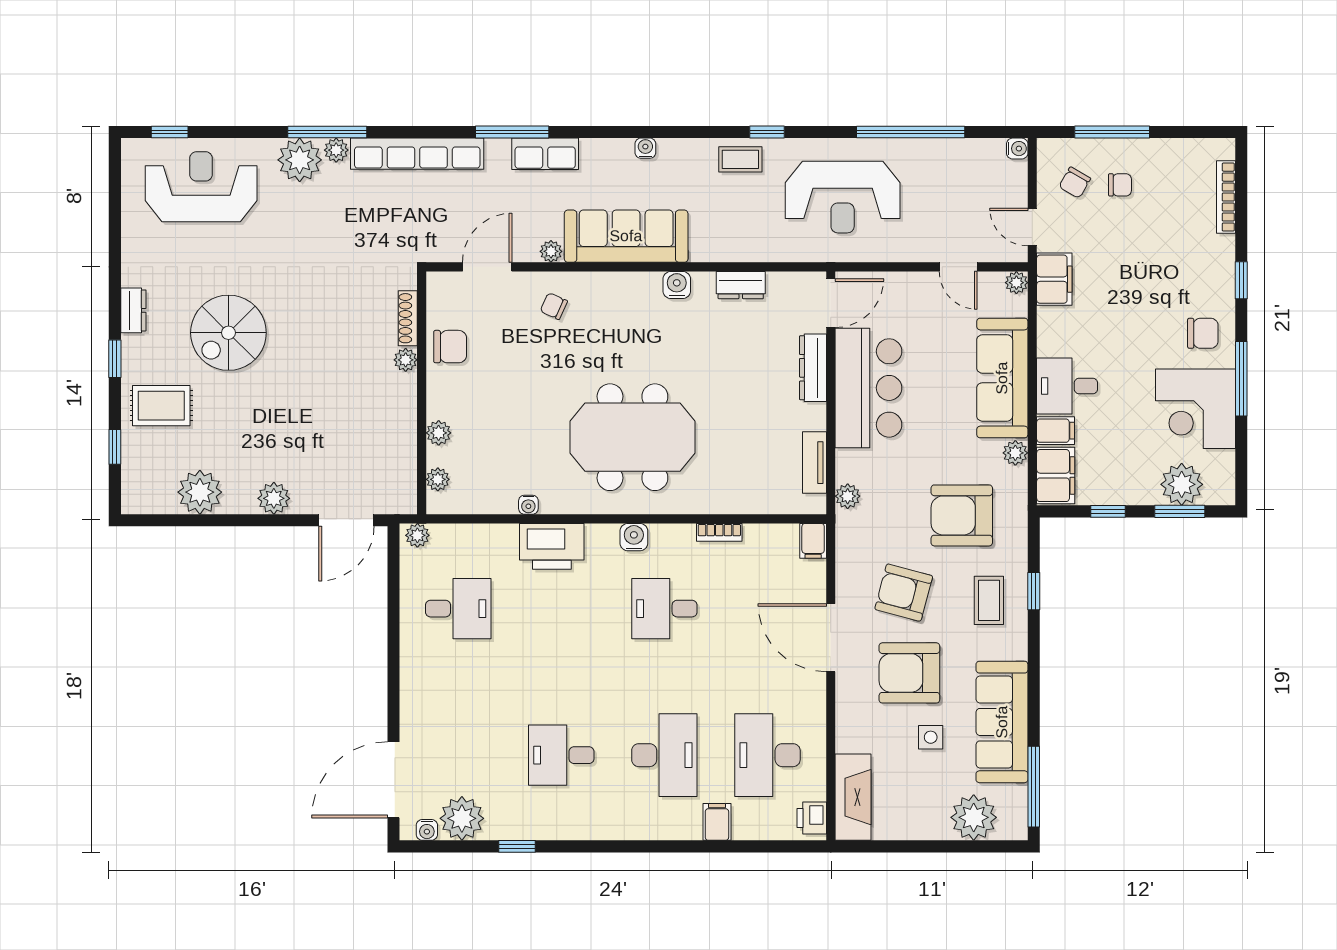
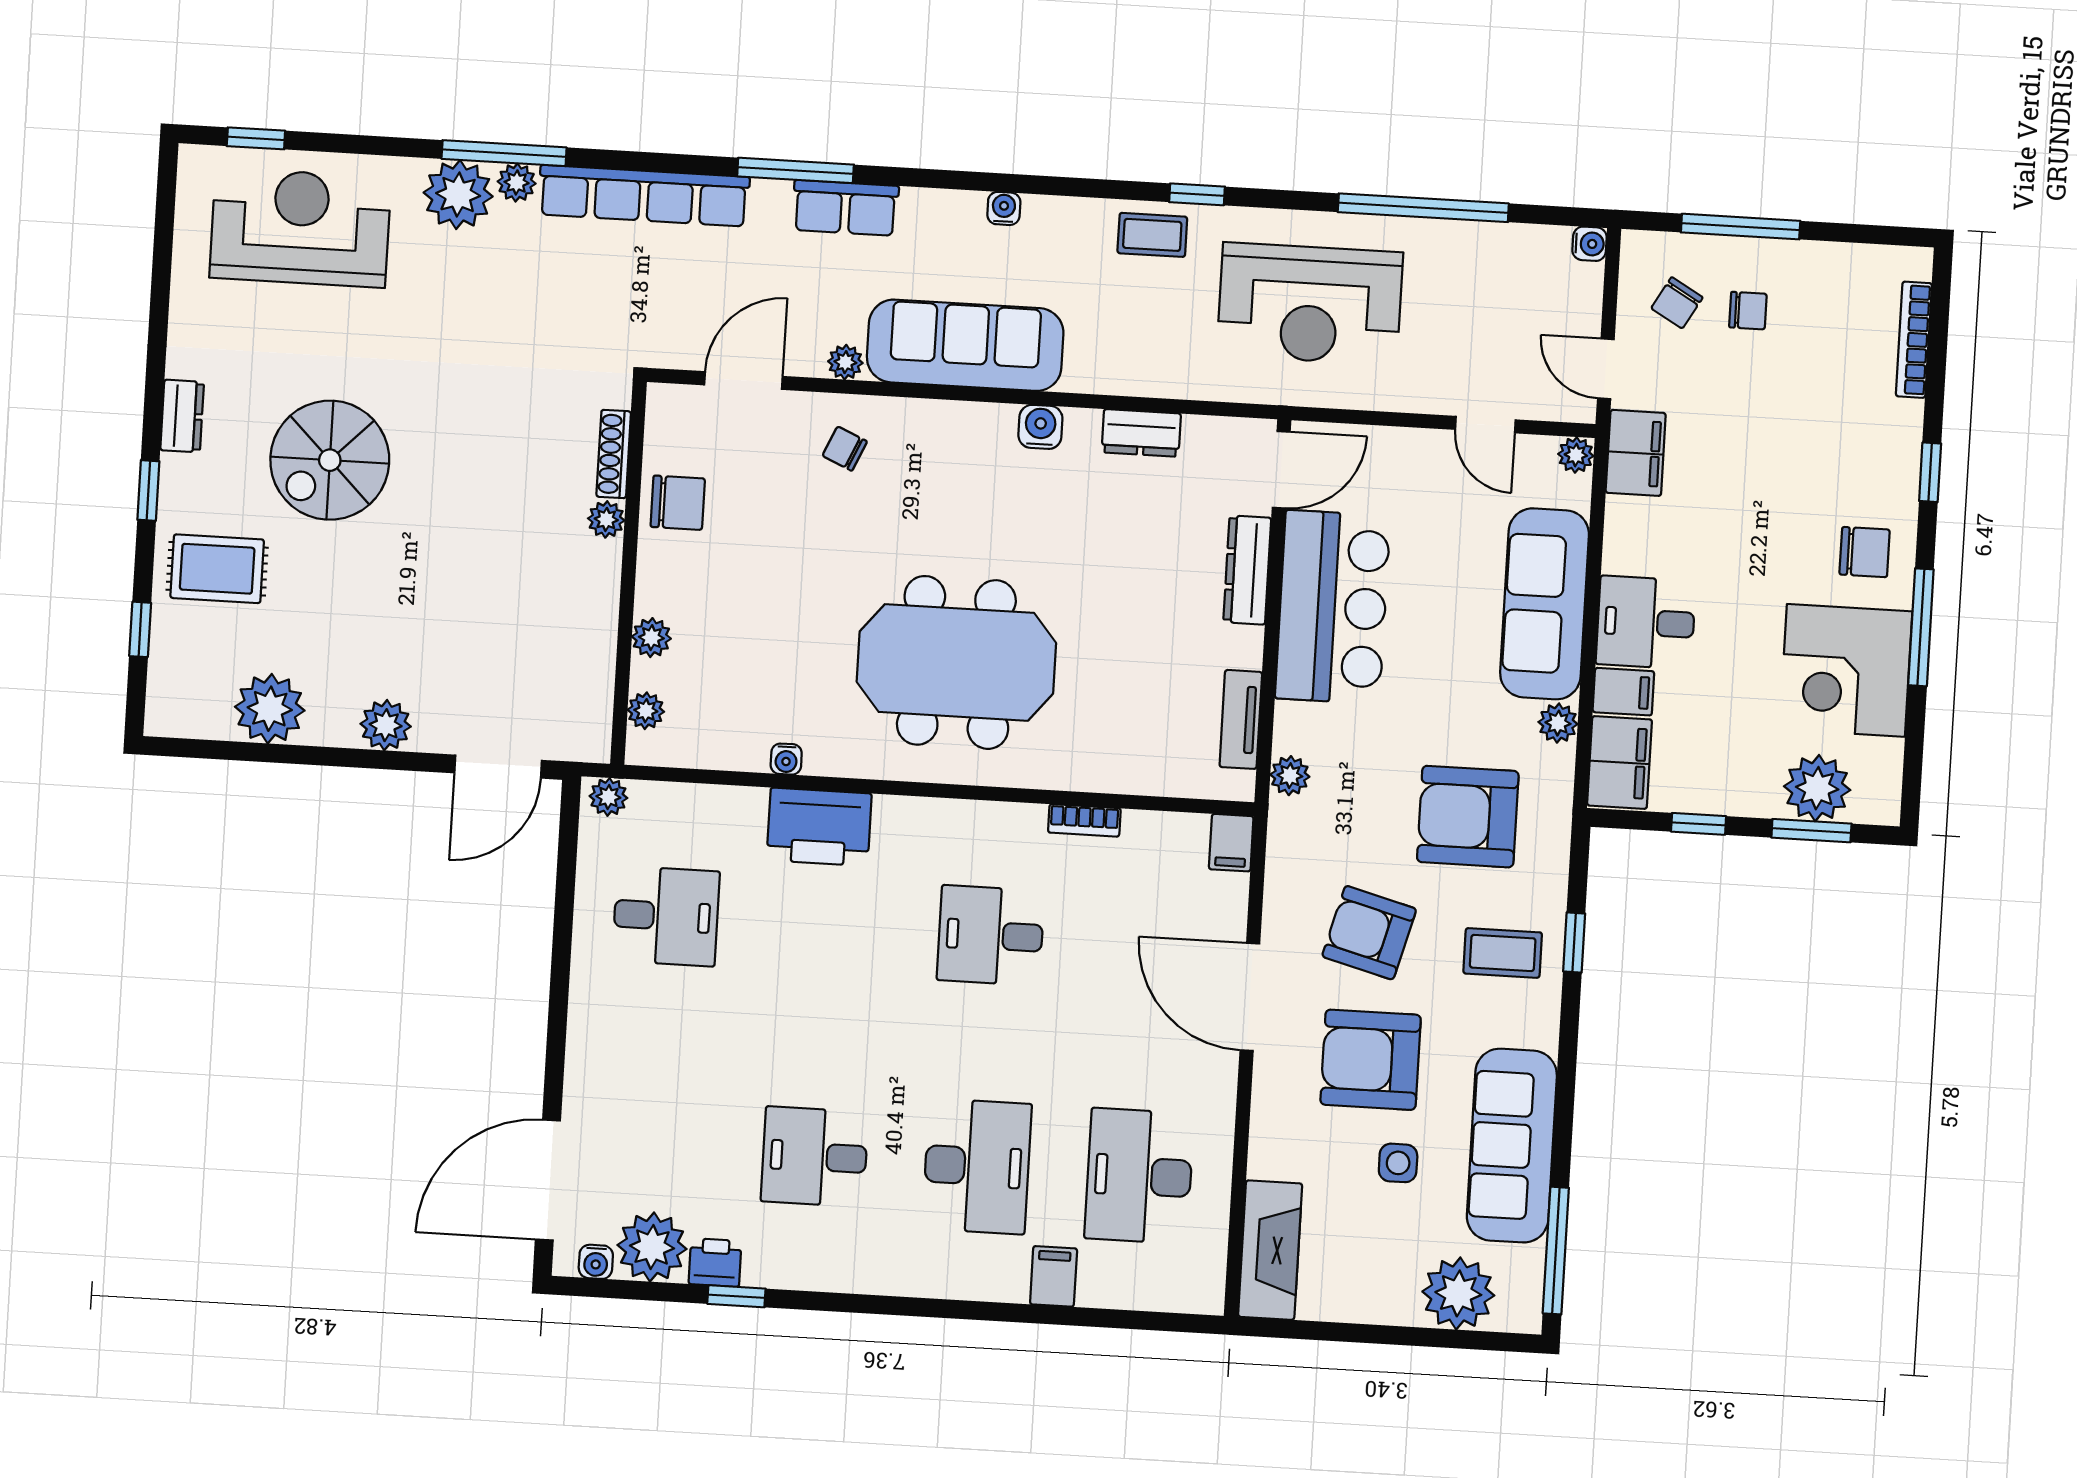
water cooler: (634, 537) -> (949, 820), removed
coffee table: (989, 600) -> (1503, 953), turned 90
printer: (812, 818) -> (715, 1263), moved, turned 90

